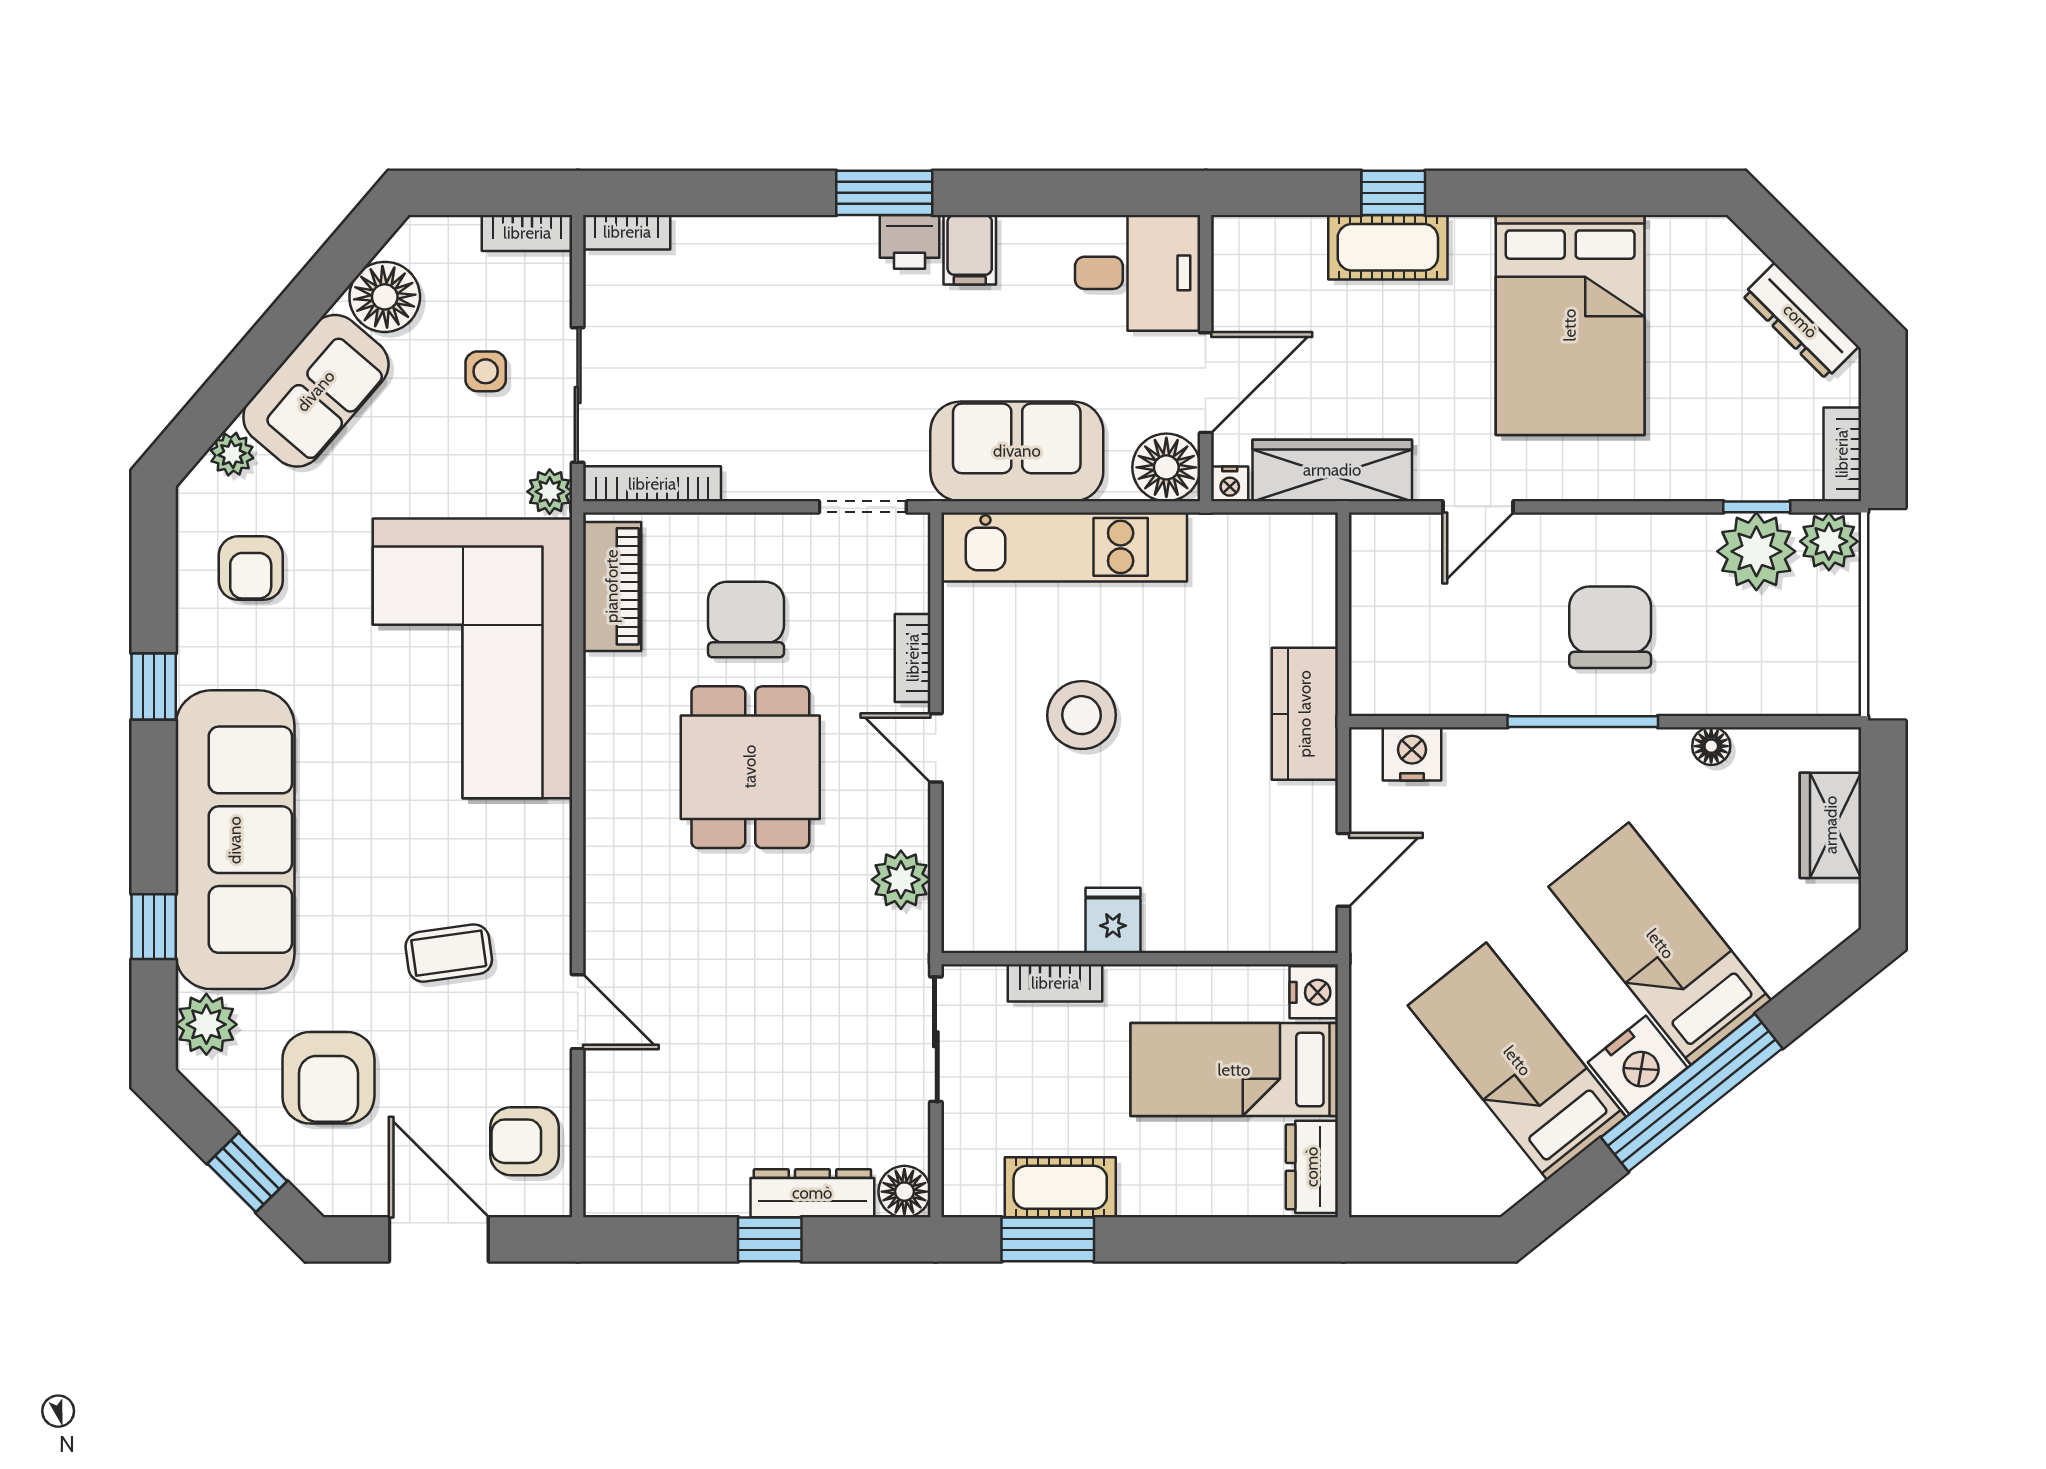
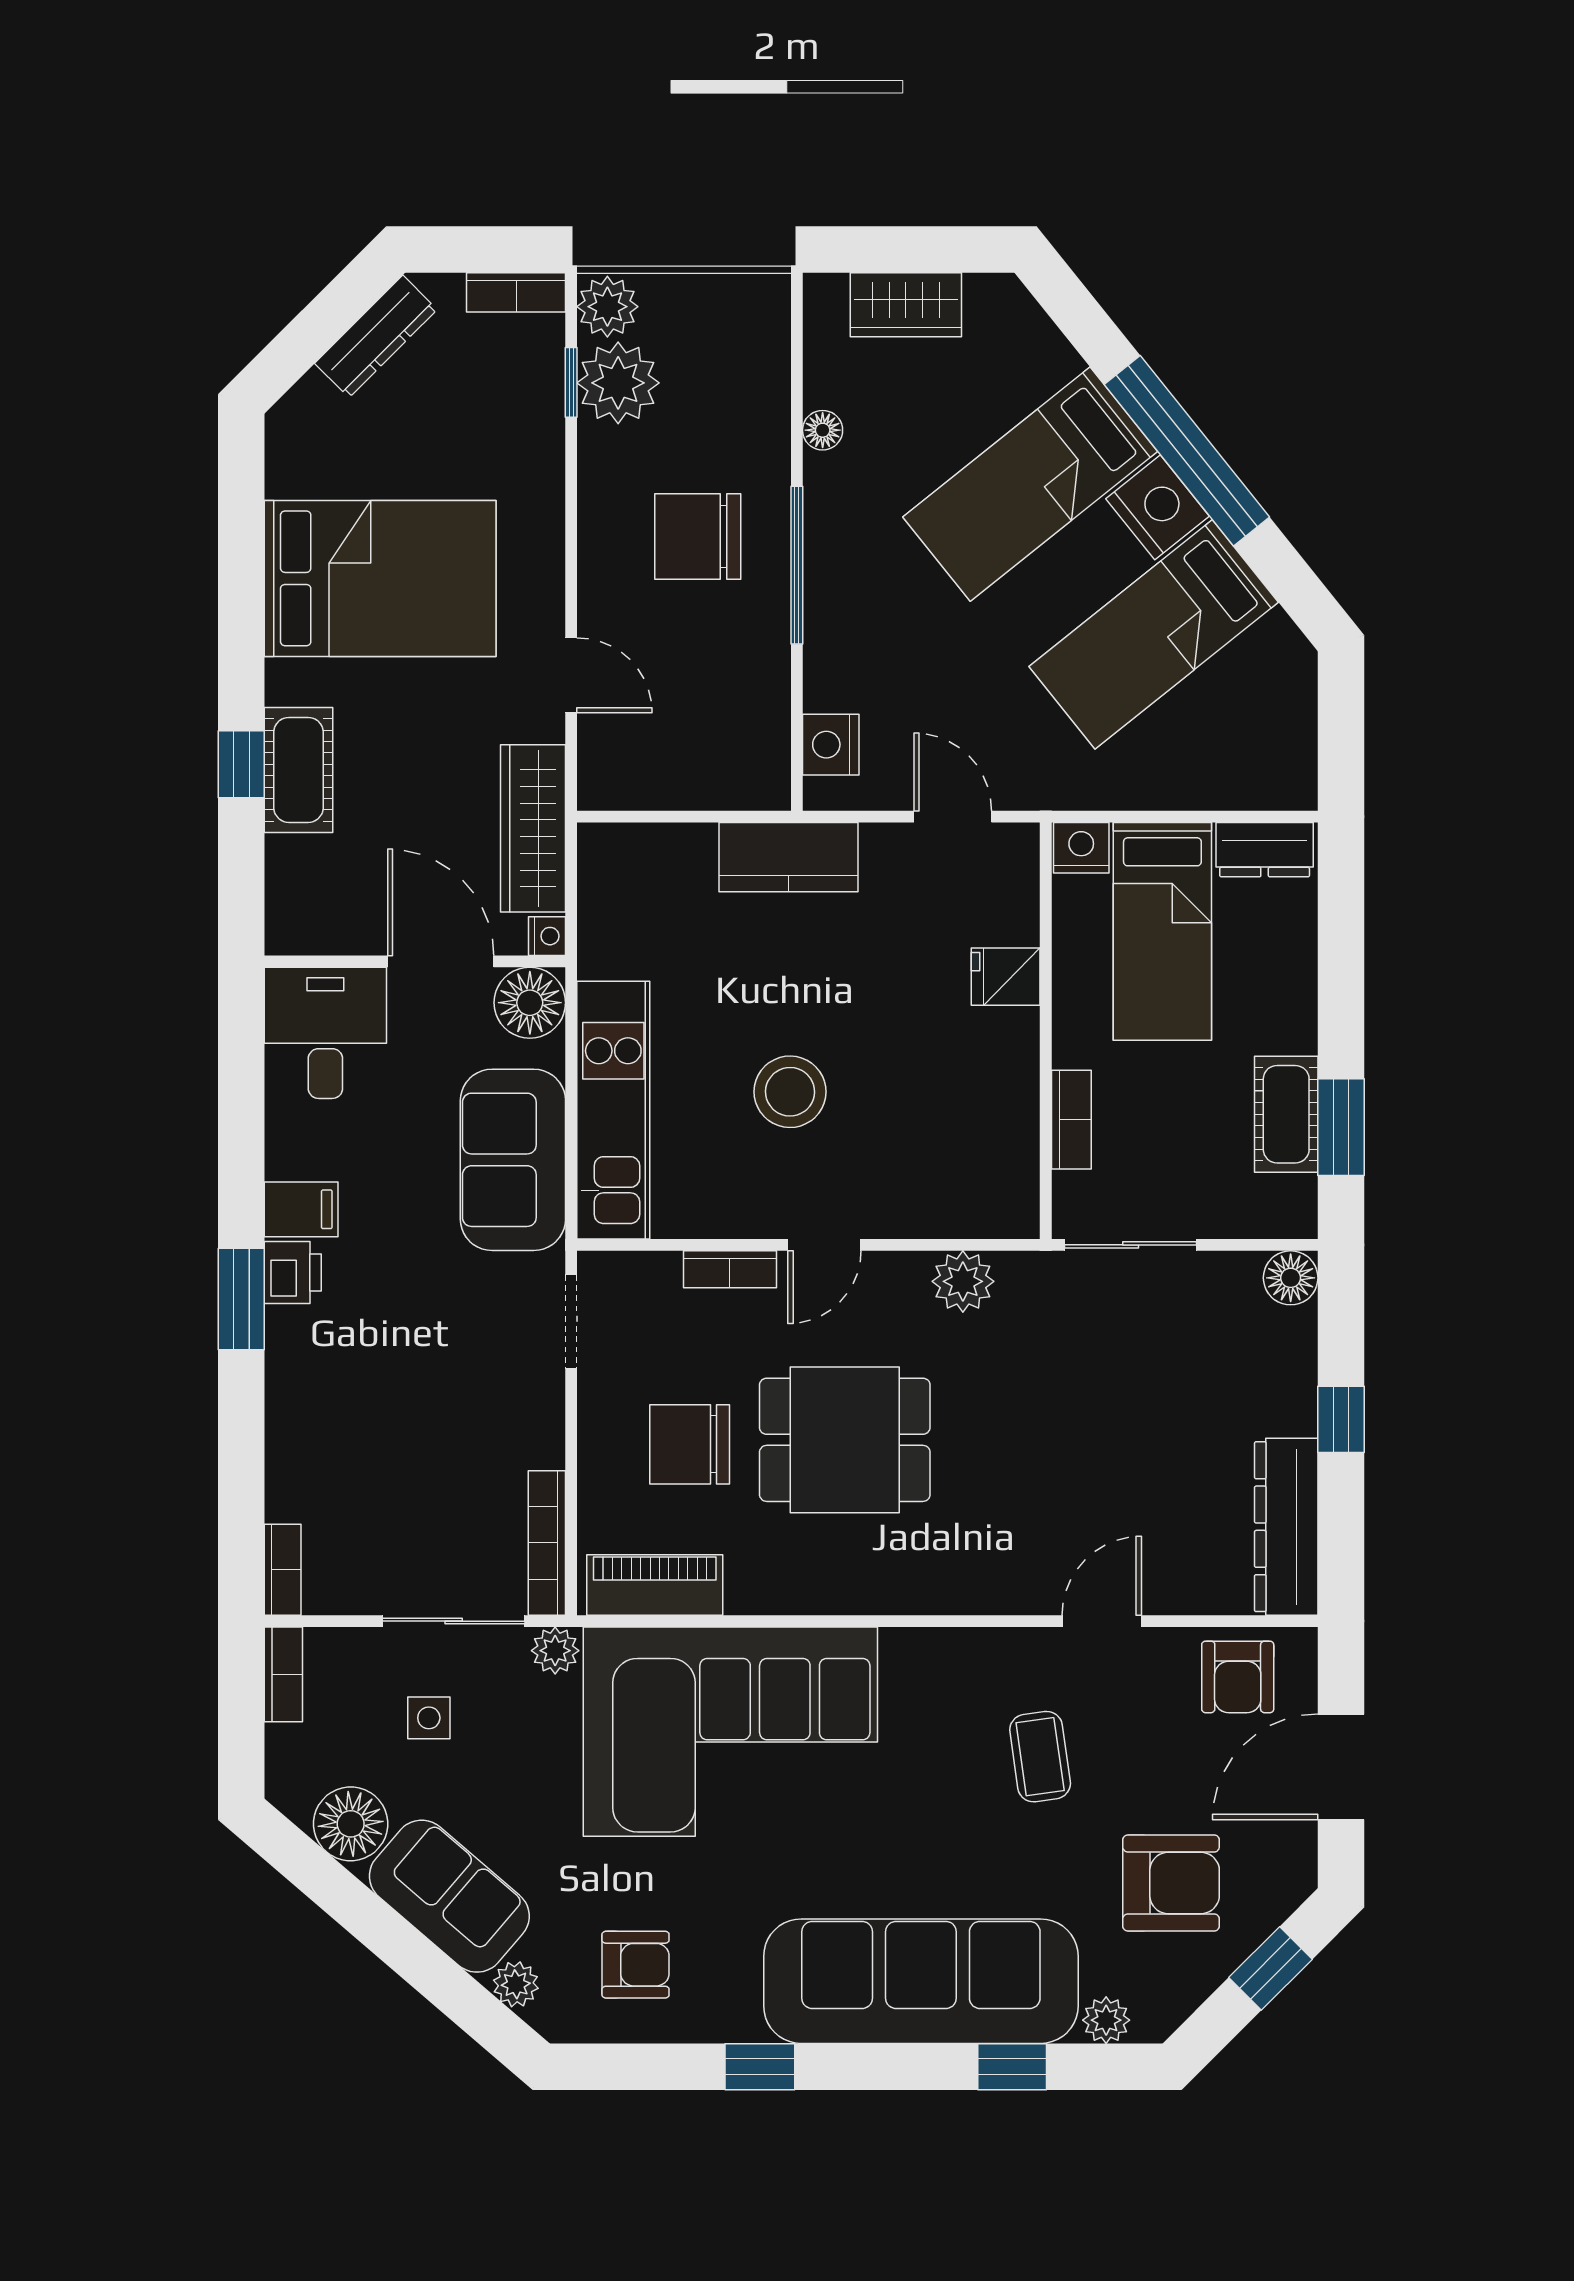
fridge: (1113, 920) -> (1006, 977), moved
plant: (206, 1024) -> (1106, 2020), width x0.73, depth x0.73
dresser: (812, 1193) -> (1286, 1527), moved, width x1.37, depth x1.24

